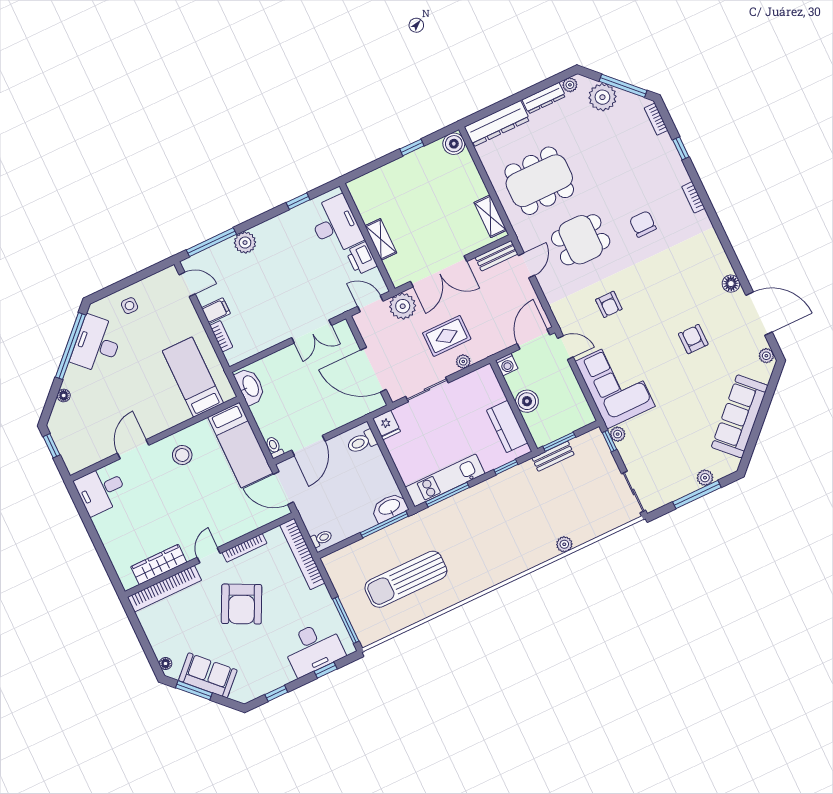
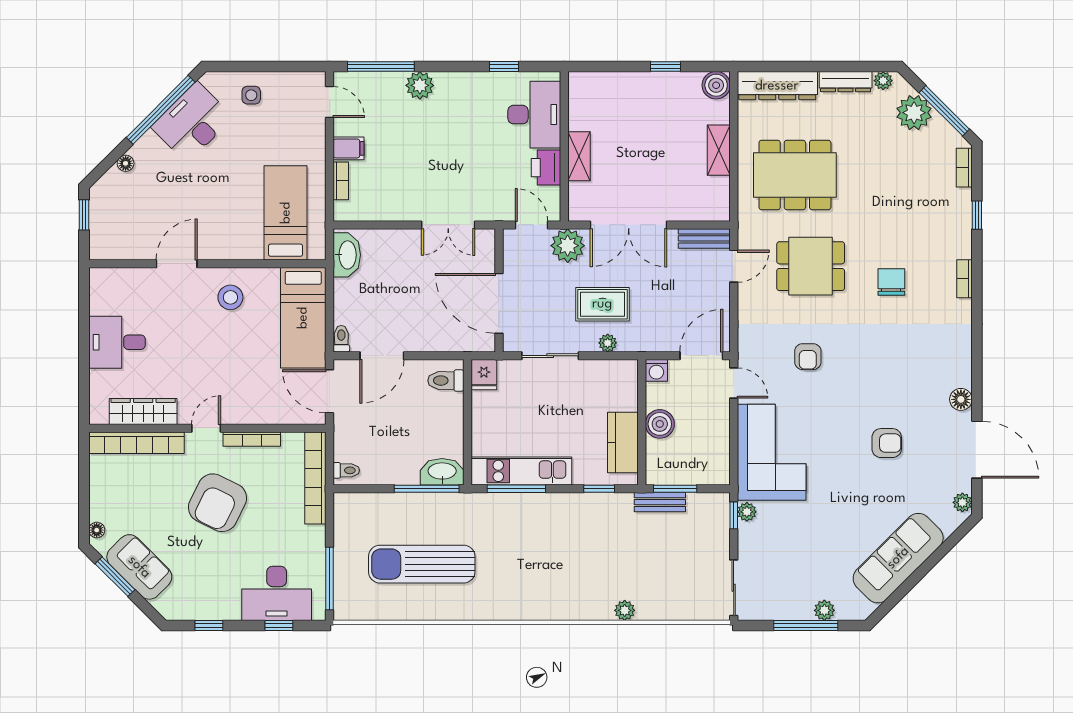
shelving: (490, 216) -> (719, 150), moved
armchair: (693, 339) -> (887, 443), turned 90
desk: (101, 490) -> (117, 342), moved

